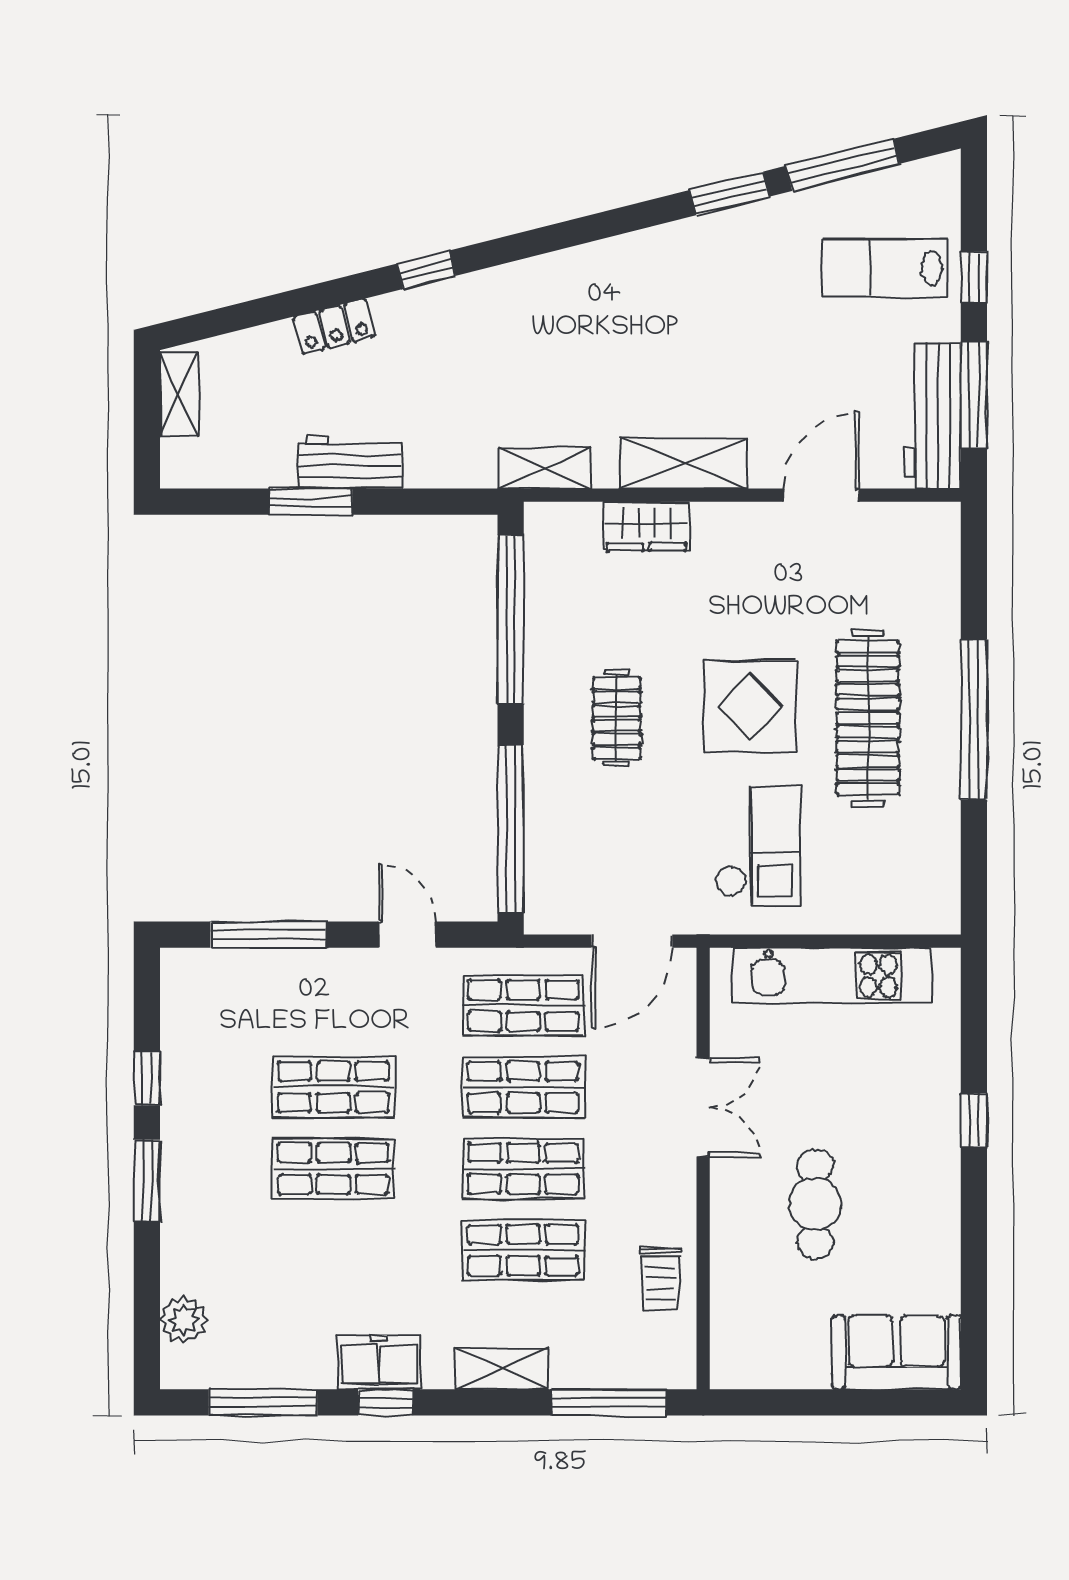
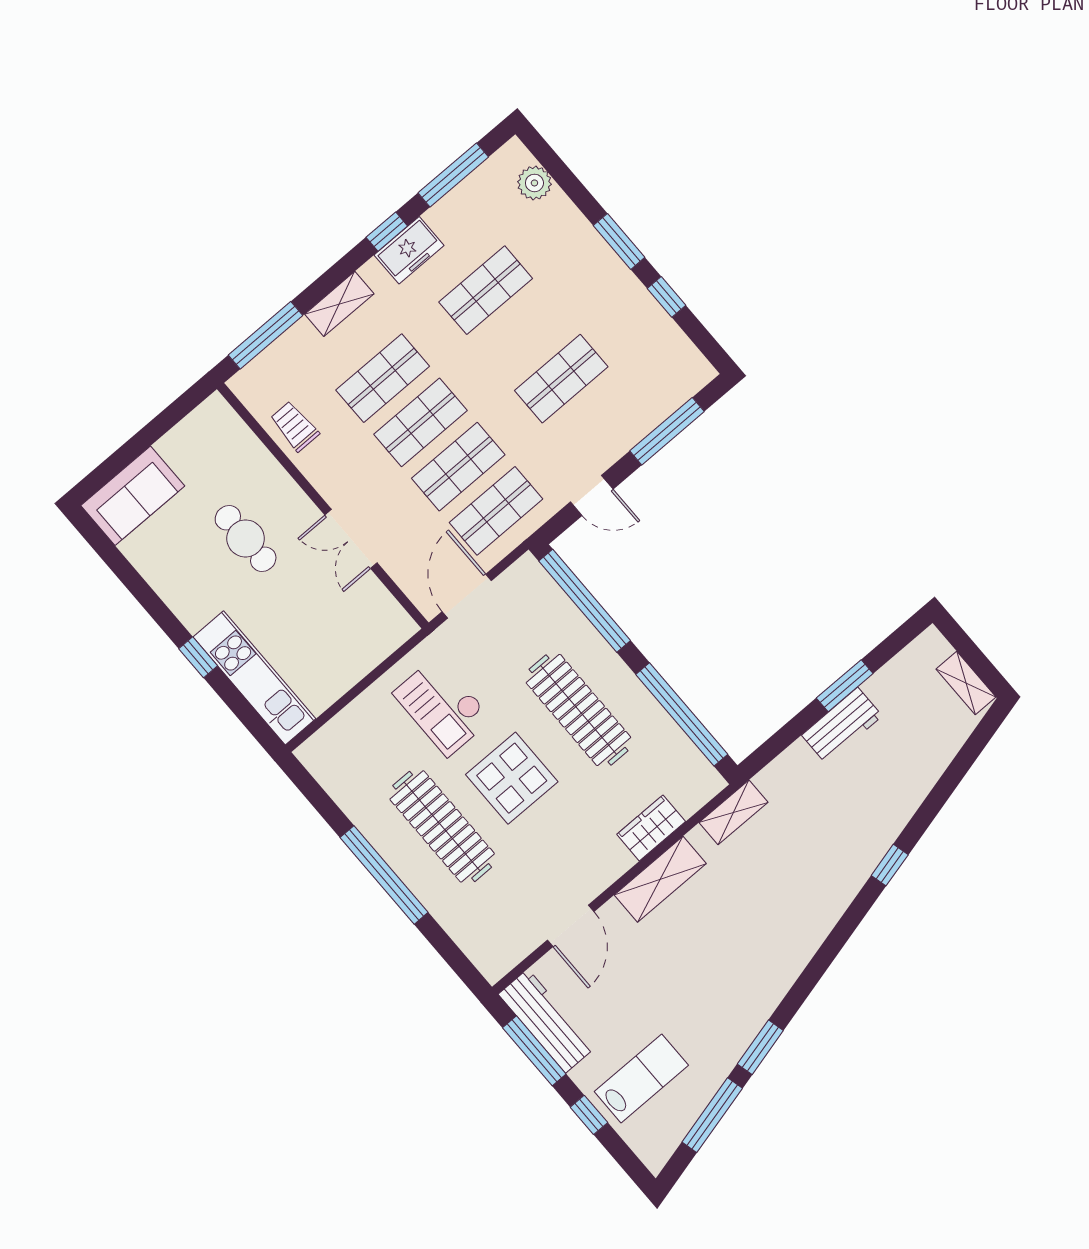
locker: (334, 327) -> (913, 792), removed
clothes rail: (617, 718) -> (578, 710), width x1.86, depth x1.31
kitchen unit: (832, 976) -> (254, 678), moved, turned 90
shop shelf: (333, 1168) -> (486, 290), moved

